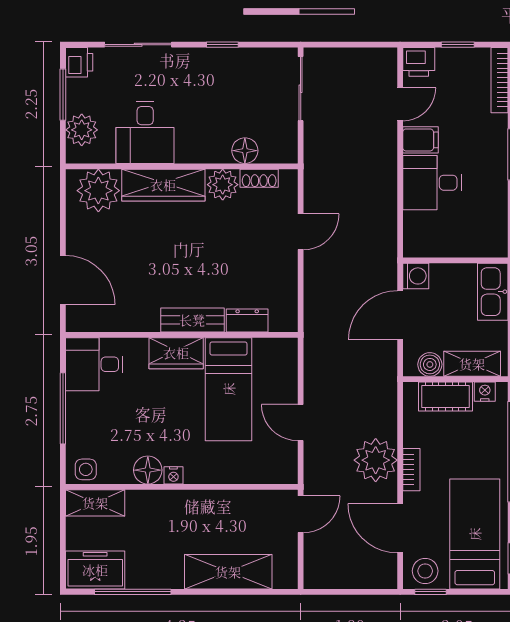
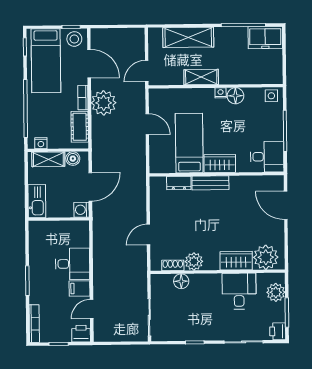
wardrobe: (163, 185) -> (236, 261), width x0.67
cot: (446, 396) -> (80, 127), moved, turned 90
shelving: (95, 503) -> (201, 77), moved

